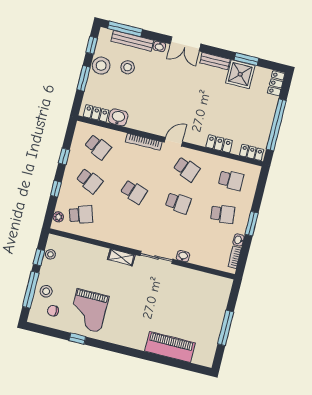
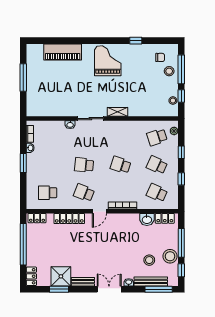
window: (83, 78) -> (181, 243), width x1.44
locker: (219, 144) -> (69, 219), width x1.53
school desk: (223, 214) -> (48, 165), removed
grand piano: (89, 311) -> (108, 61), moved

